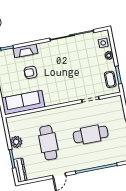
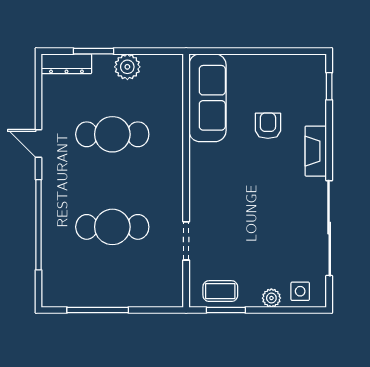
fireplace: (25, 51) -> (316, 151), moved
cafe table: (91, 134) -> (112, 227), turned 90

